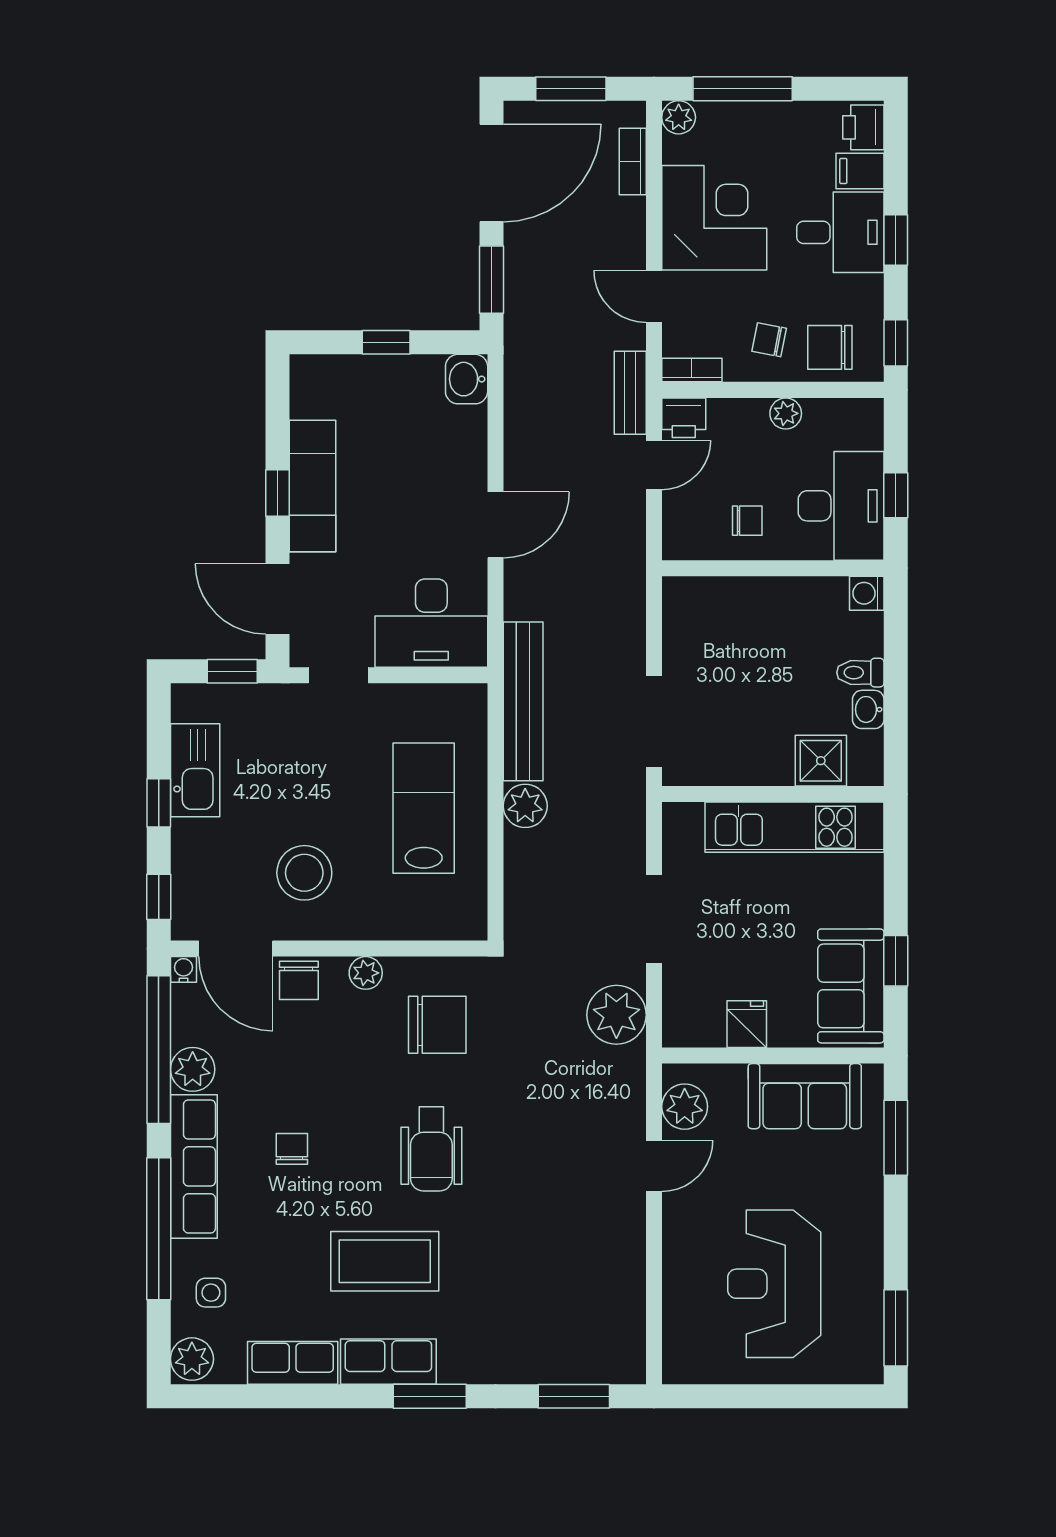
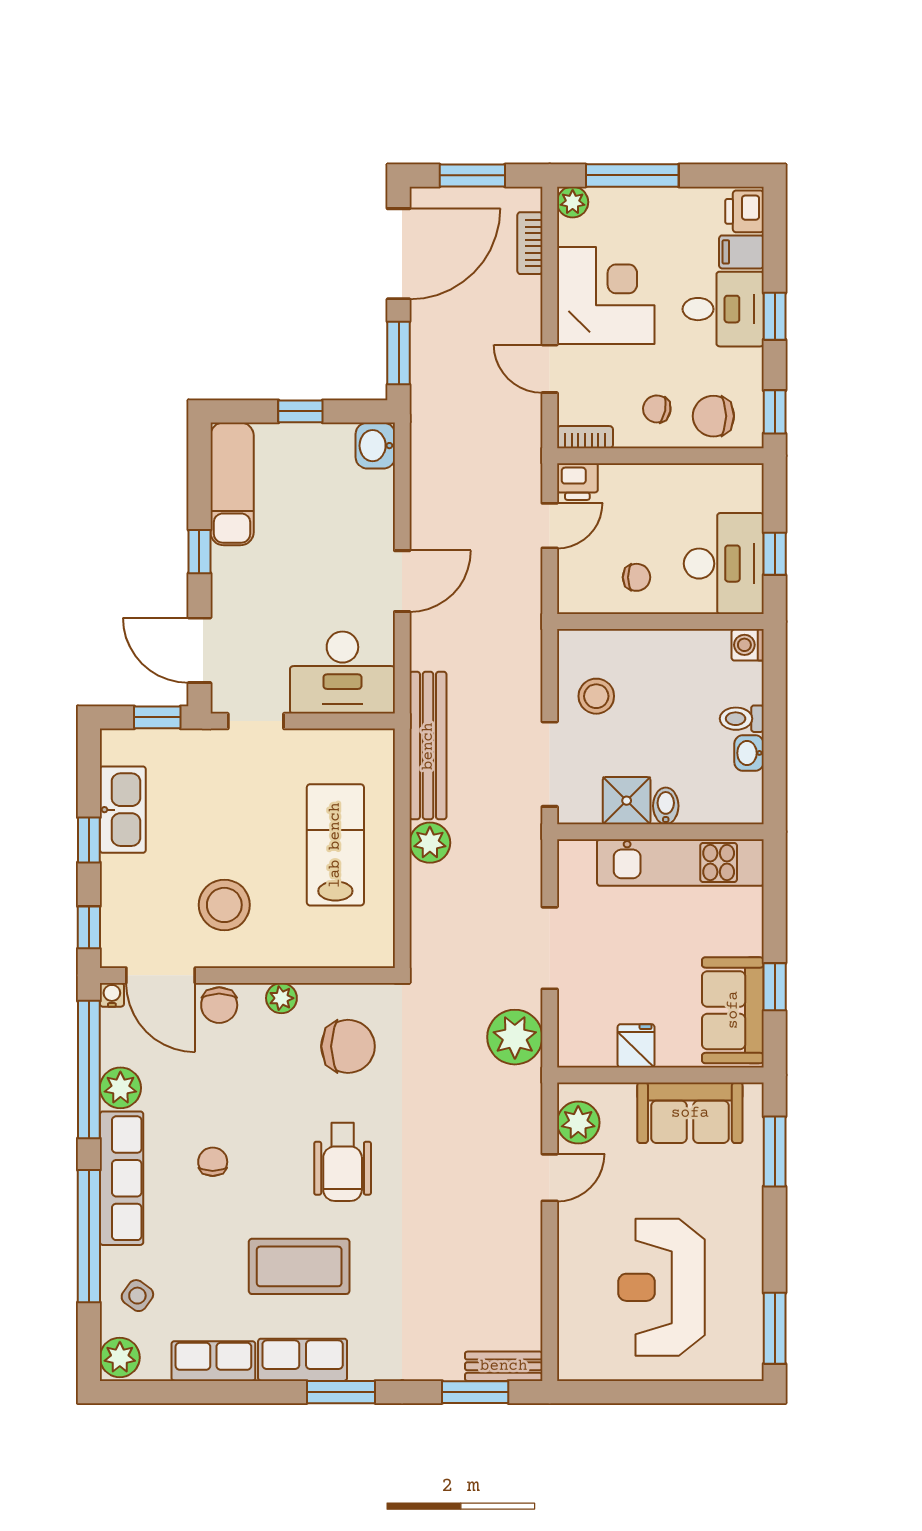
bench: (630, 393) -> (504, 1366), moved, turned 90
plant: (786, 413) -> (672, 478), removed
exam couch: (313, 486) -> (232, 484), moved
stool: (704, 648) -> (596, 696), added
shower: (821, 761) -> (627, 801), moved
bidet: (779, 766) -> (666, 806), added
side table: (211, 1293) -> (137, 1296), turned 36

